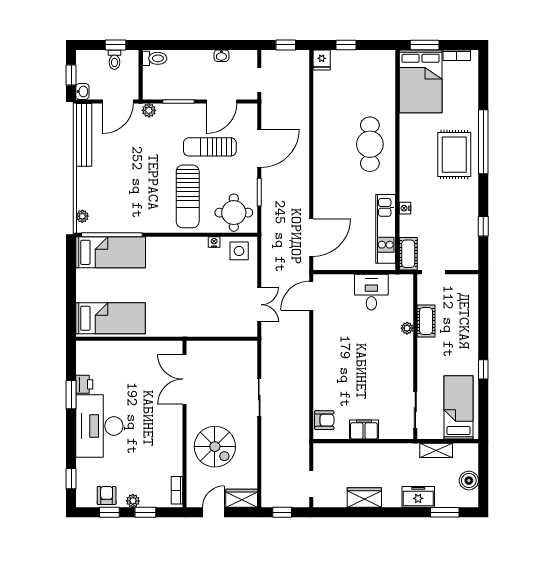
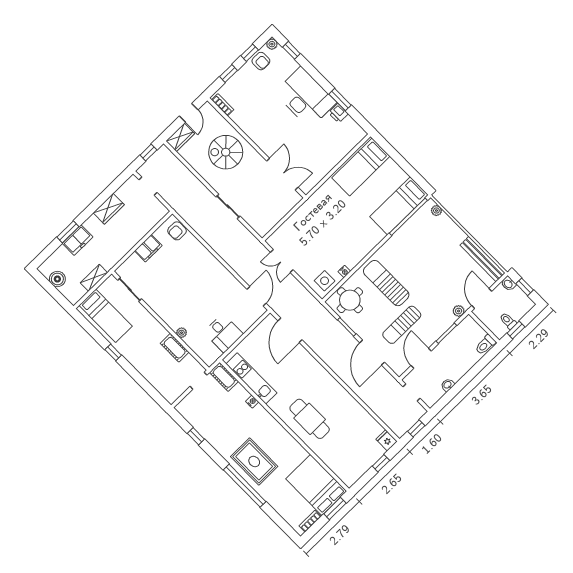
sun lounger: (210, 147) -> (402, 325), turned 180
plant: (133, 501) -> (272, 44), moved
window: (445, 512) -> (68, 232), moved

